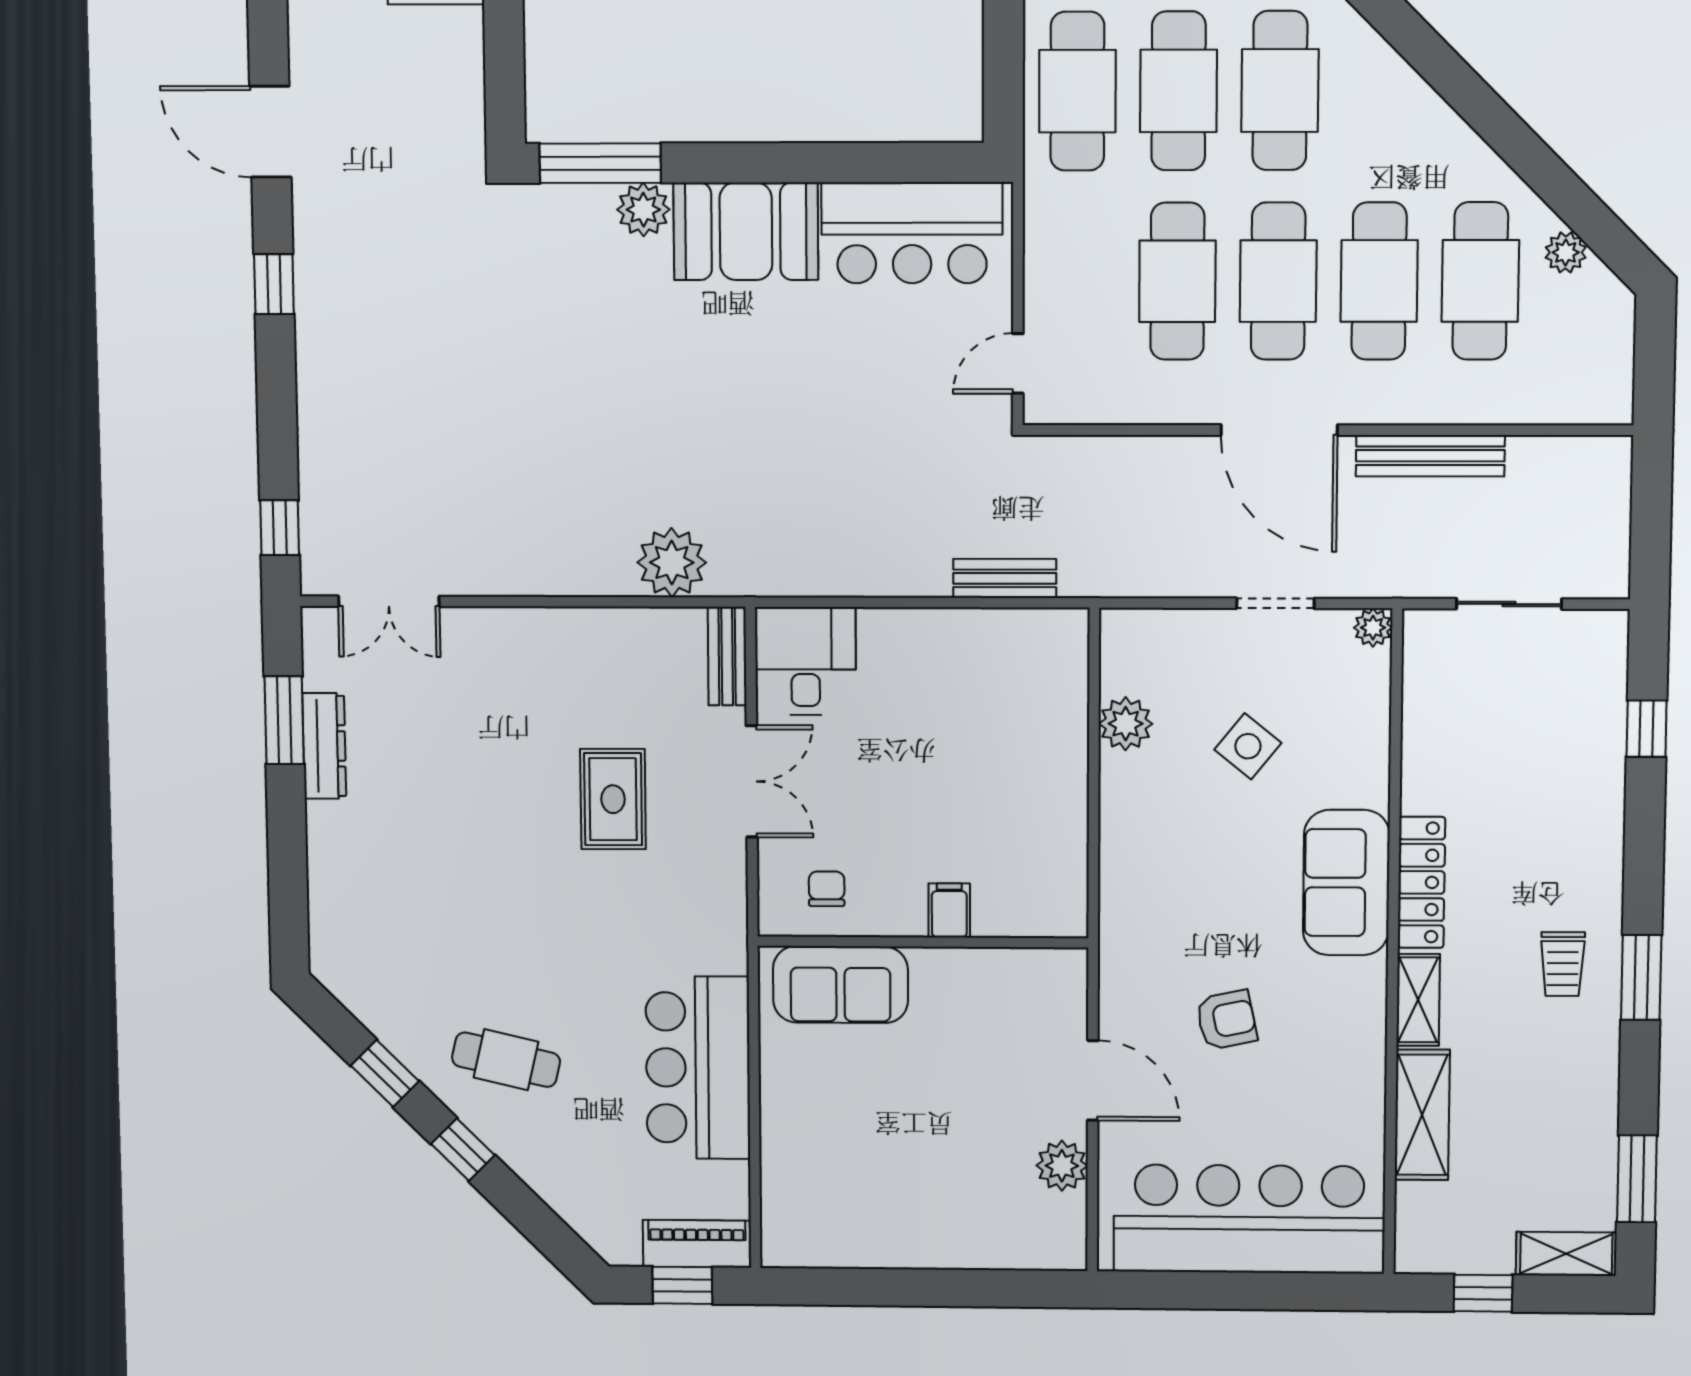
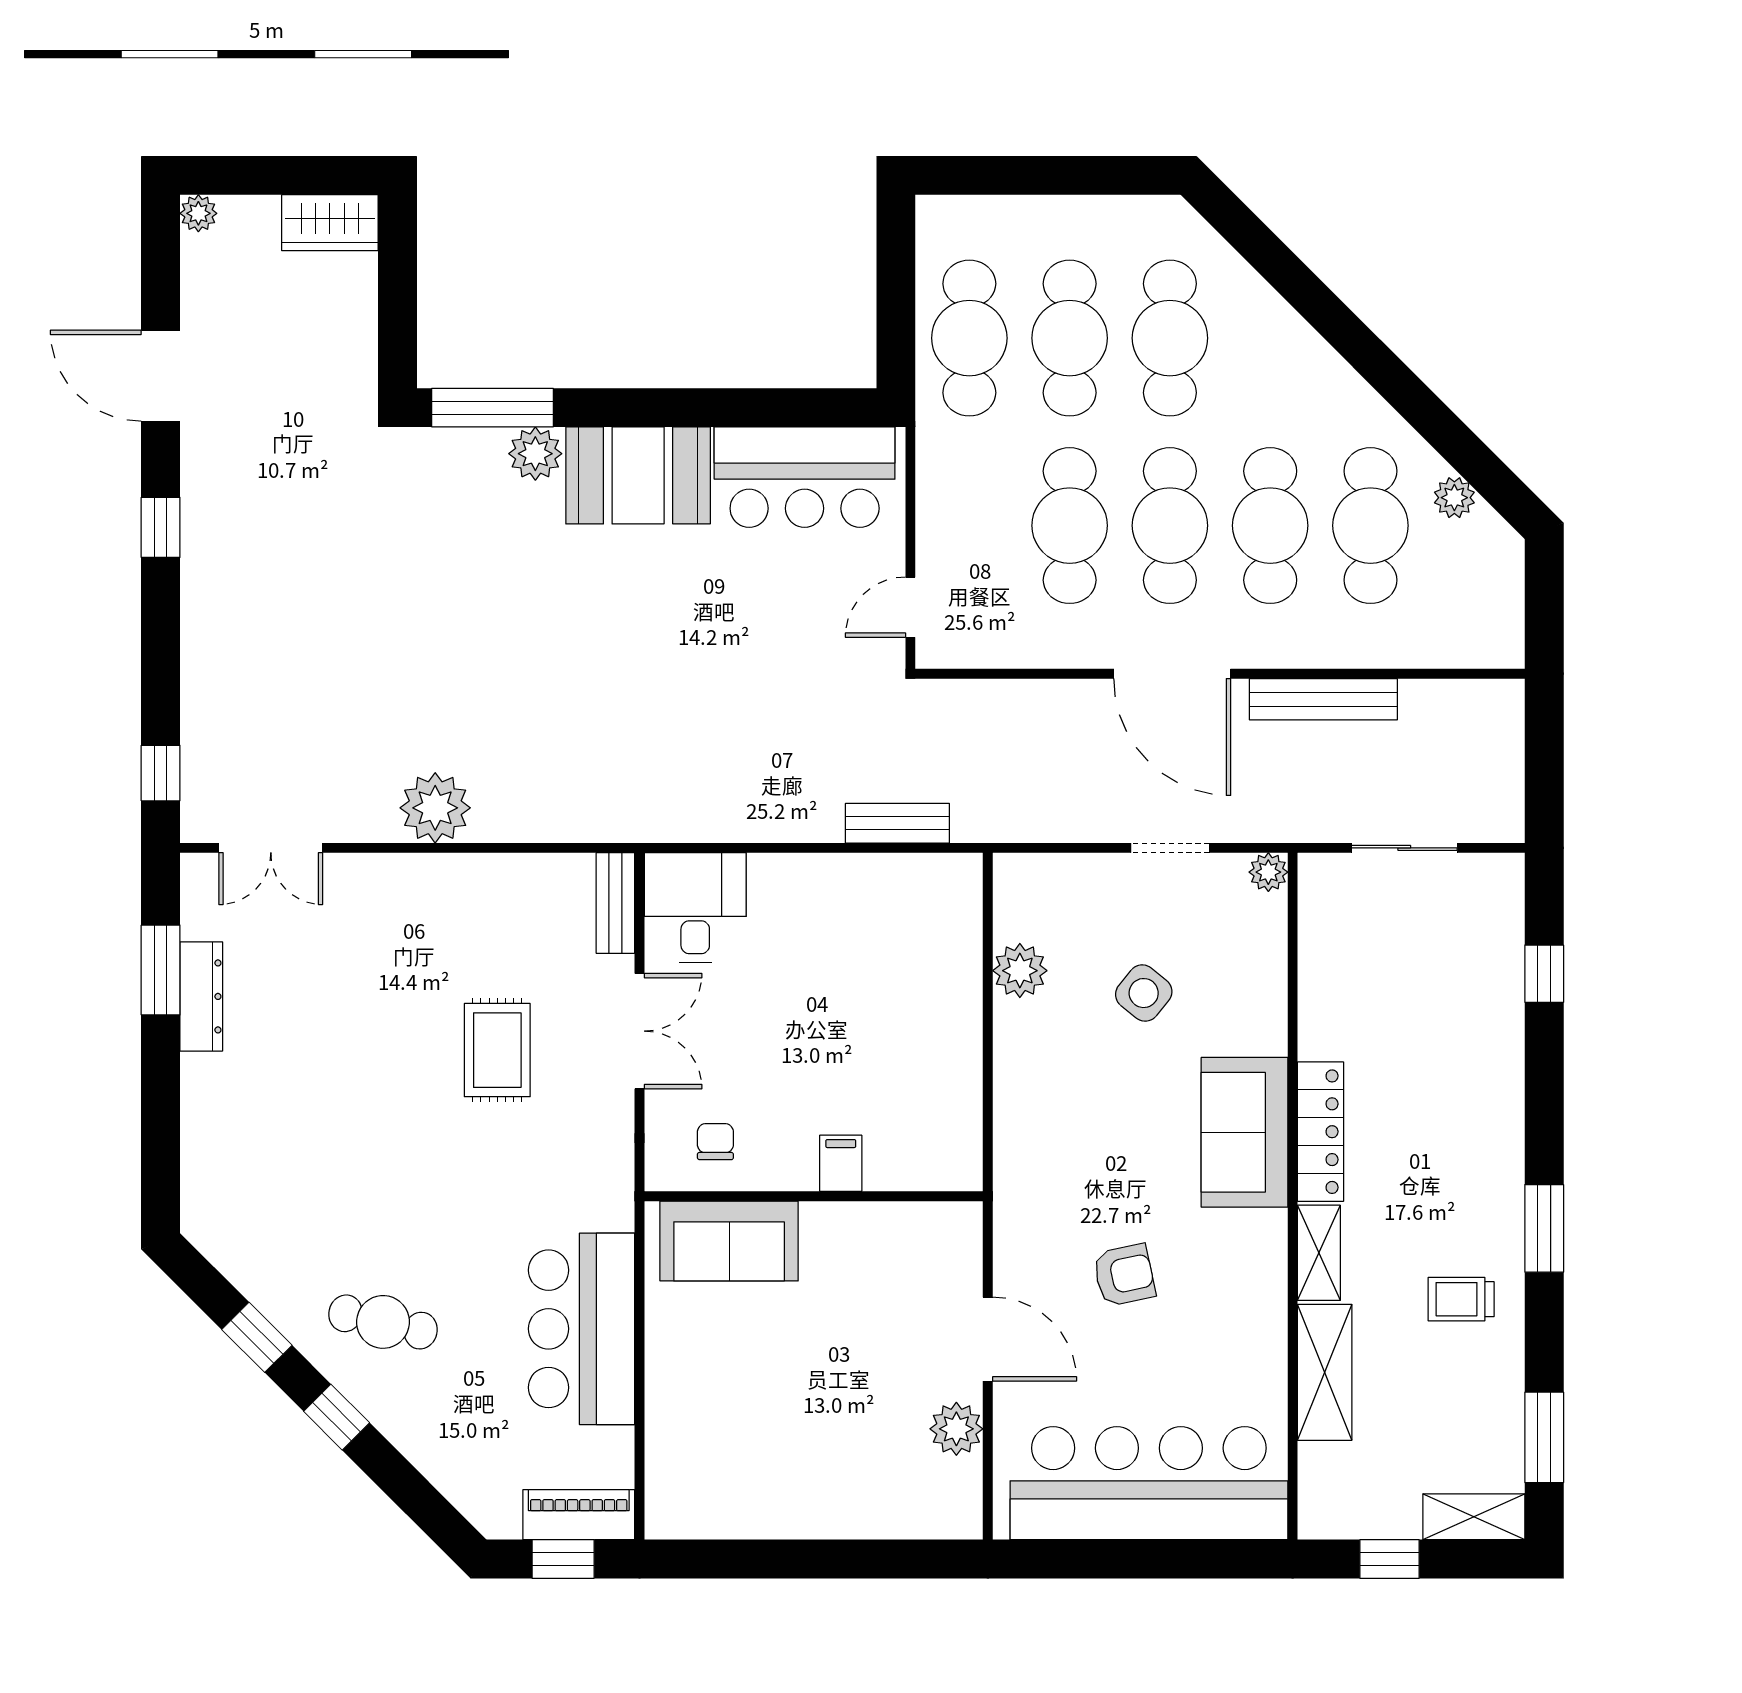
plant: (672, 563) -> (435, 808), moved
trolley: (1563, 964) -> (1461, 1299), moved, turned 90

